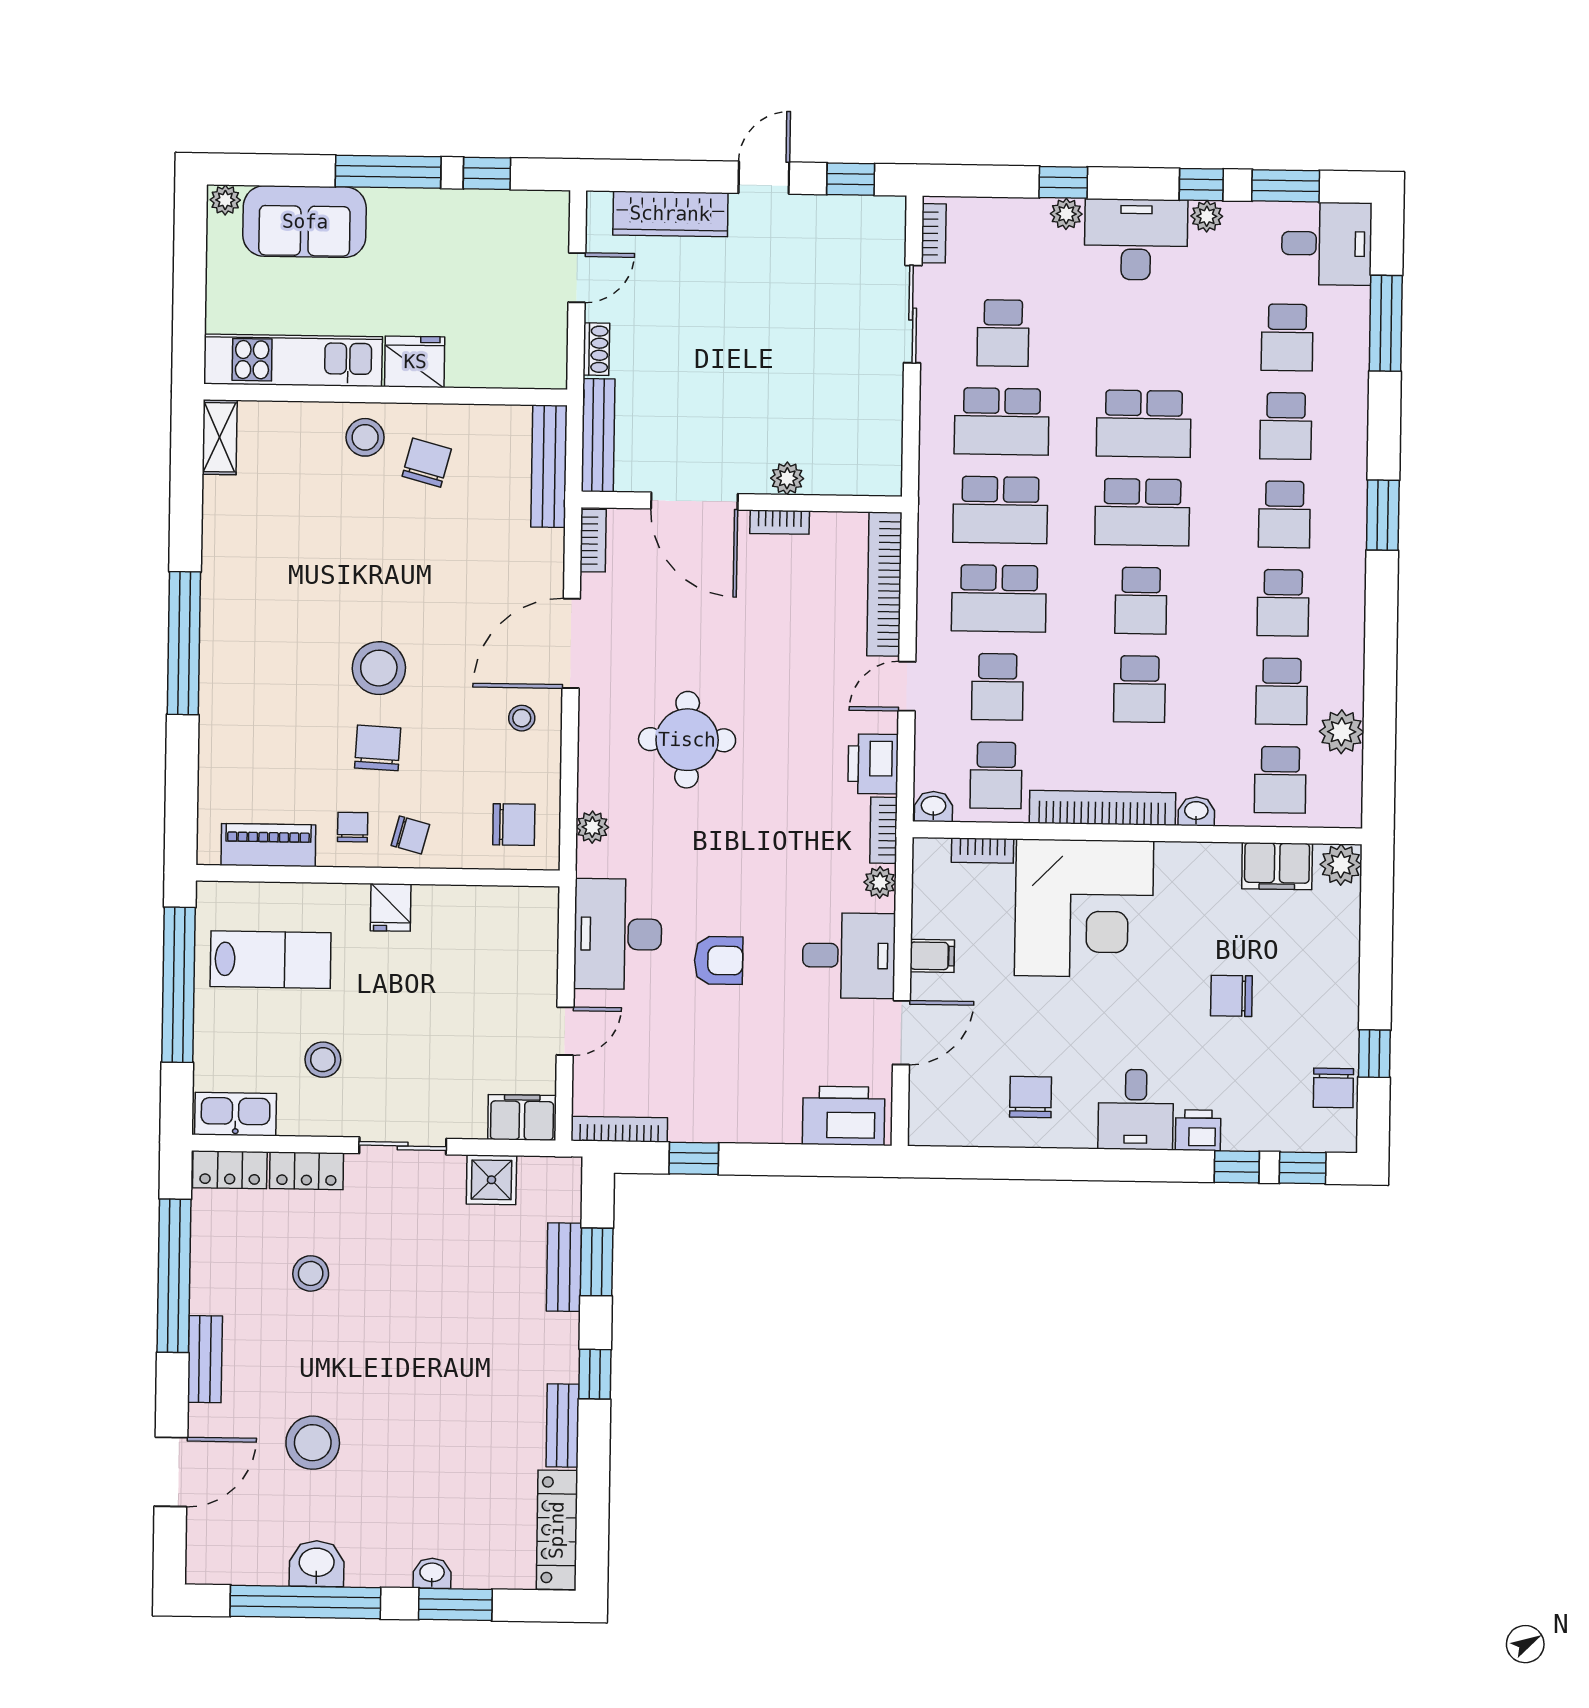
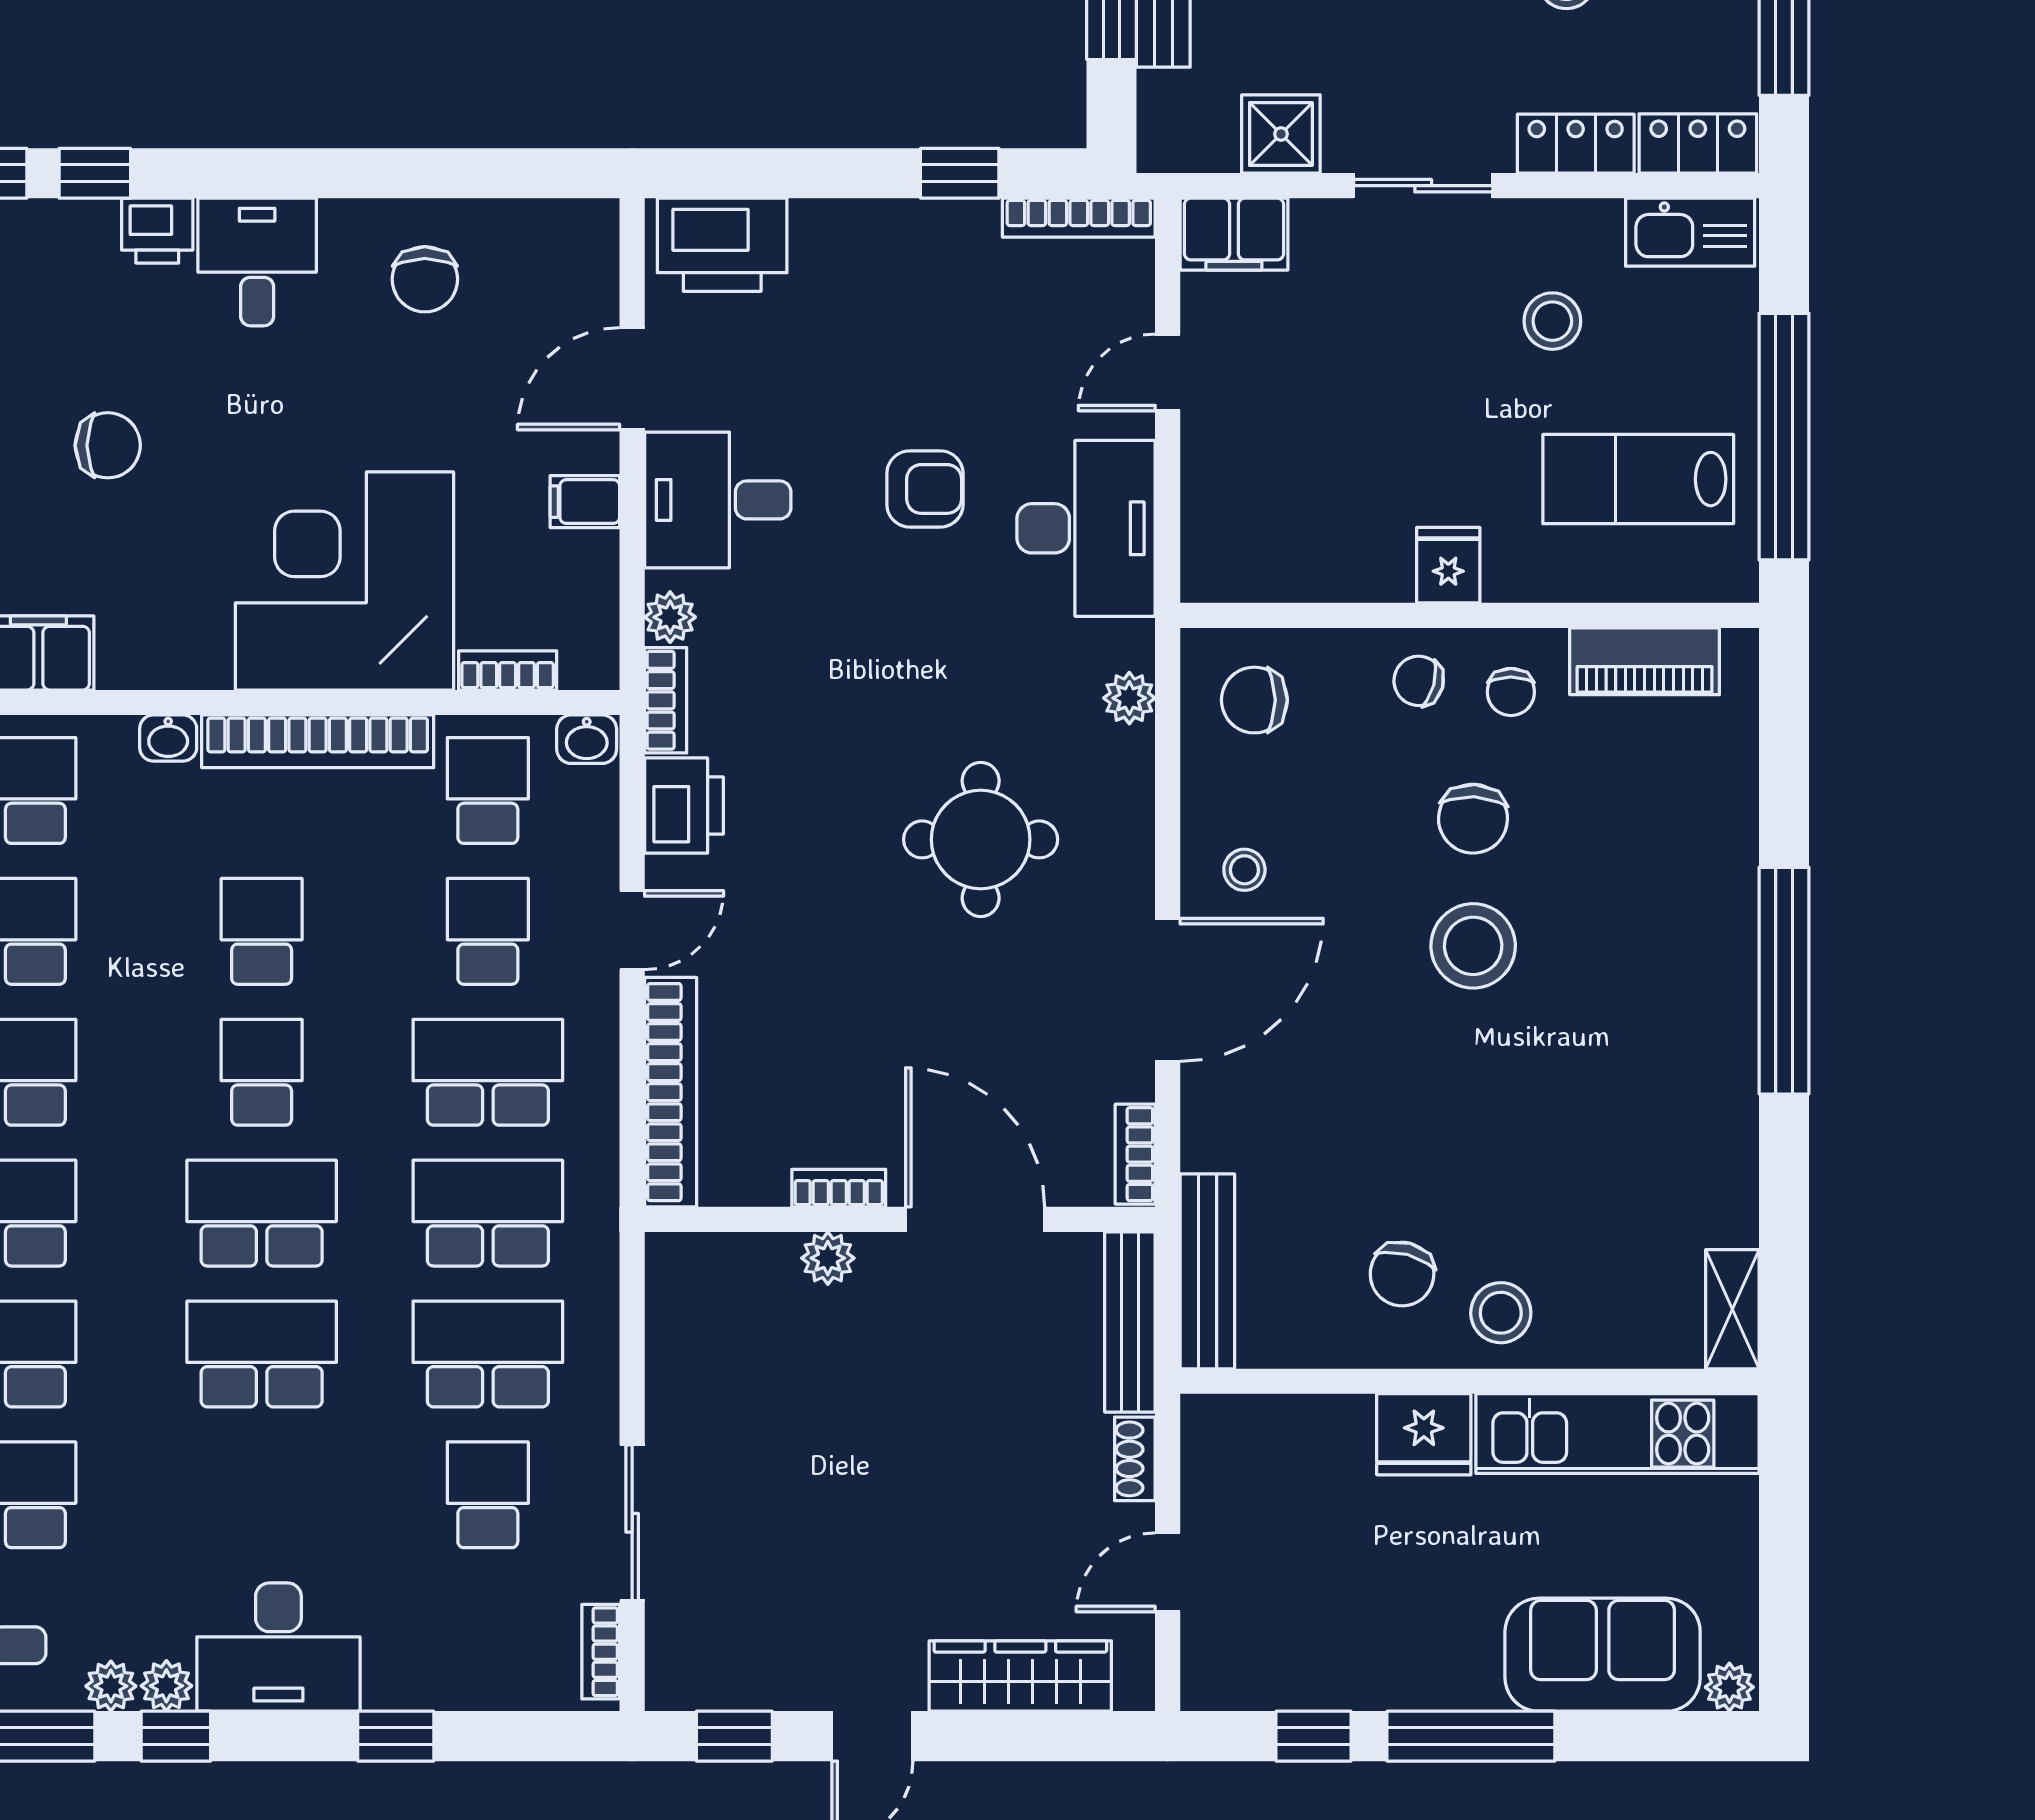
plant: (1066, 214) -> (111, 1686), moved
armchair: (719, 960) -> (925, 489), turned 180

